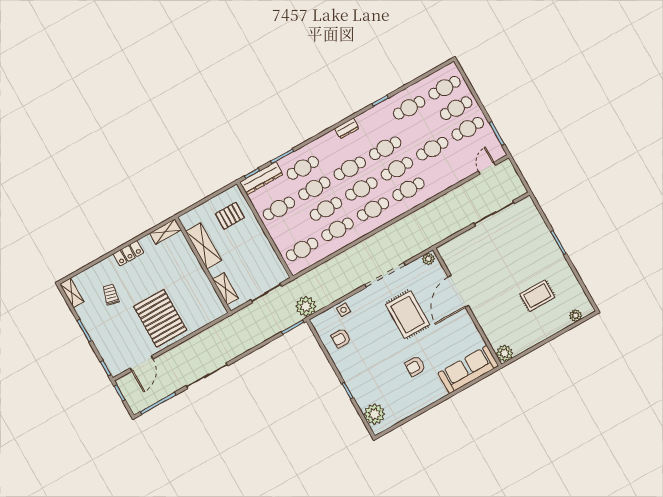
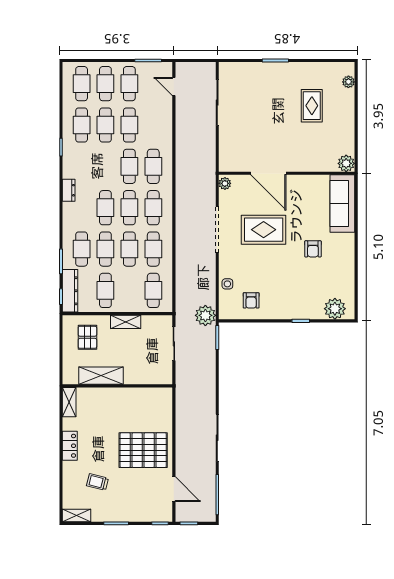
cafe table: (385, 148) -> (105, 125), moved
shelving: (225, 289) -> (126, 322), moved

